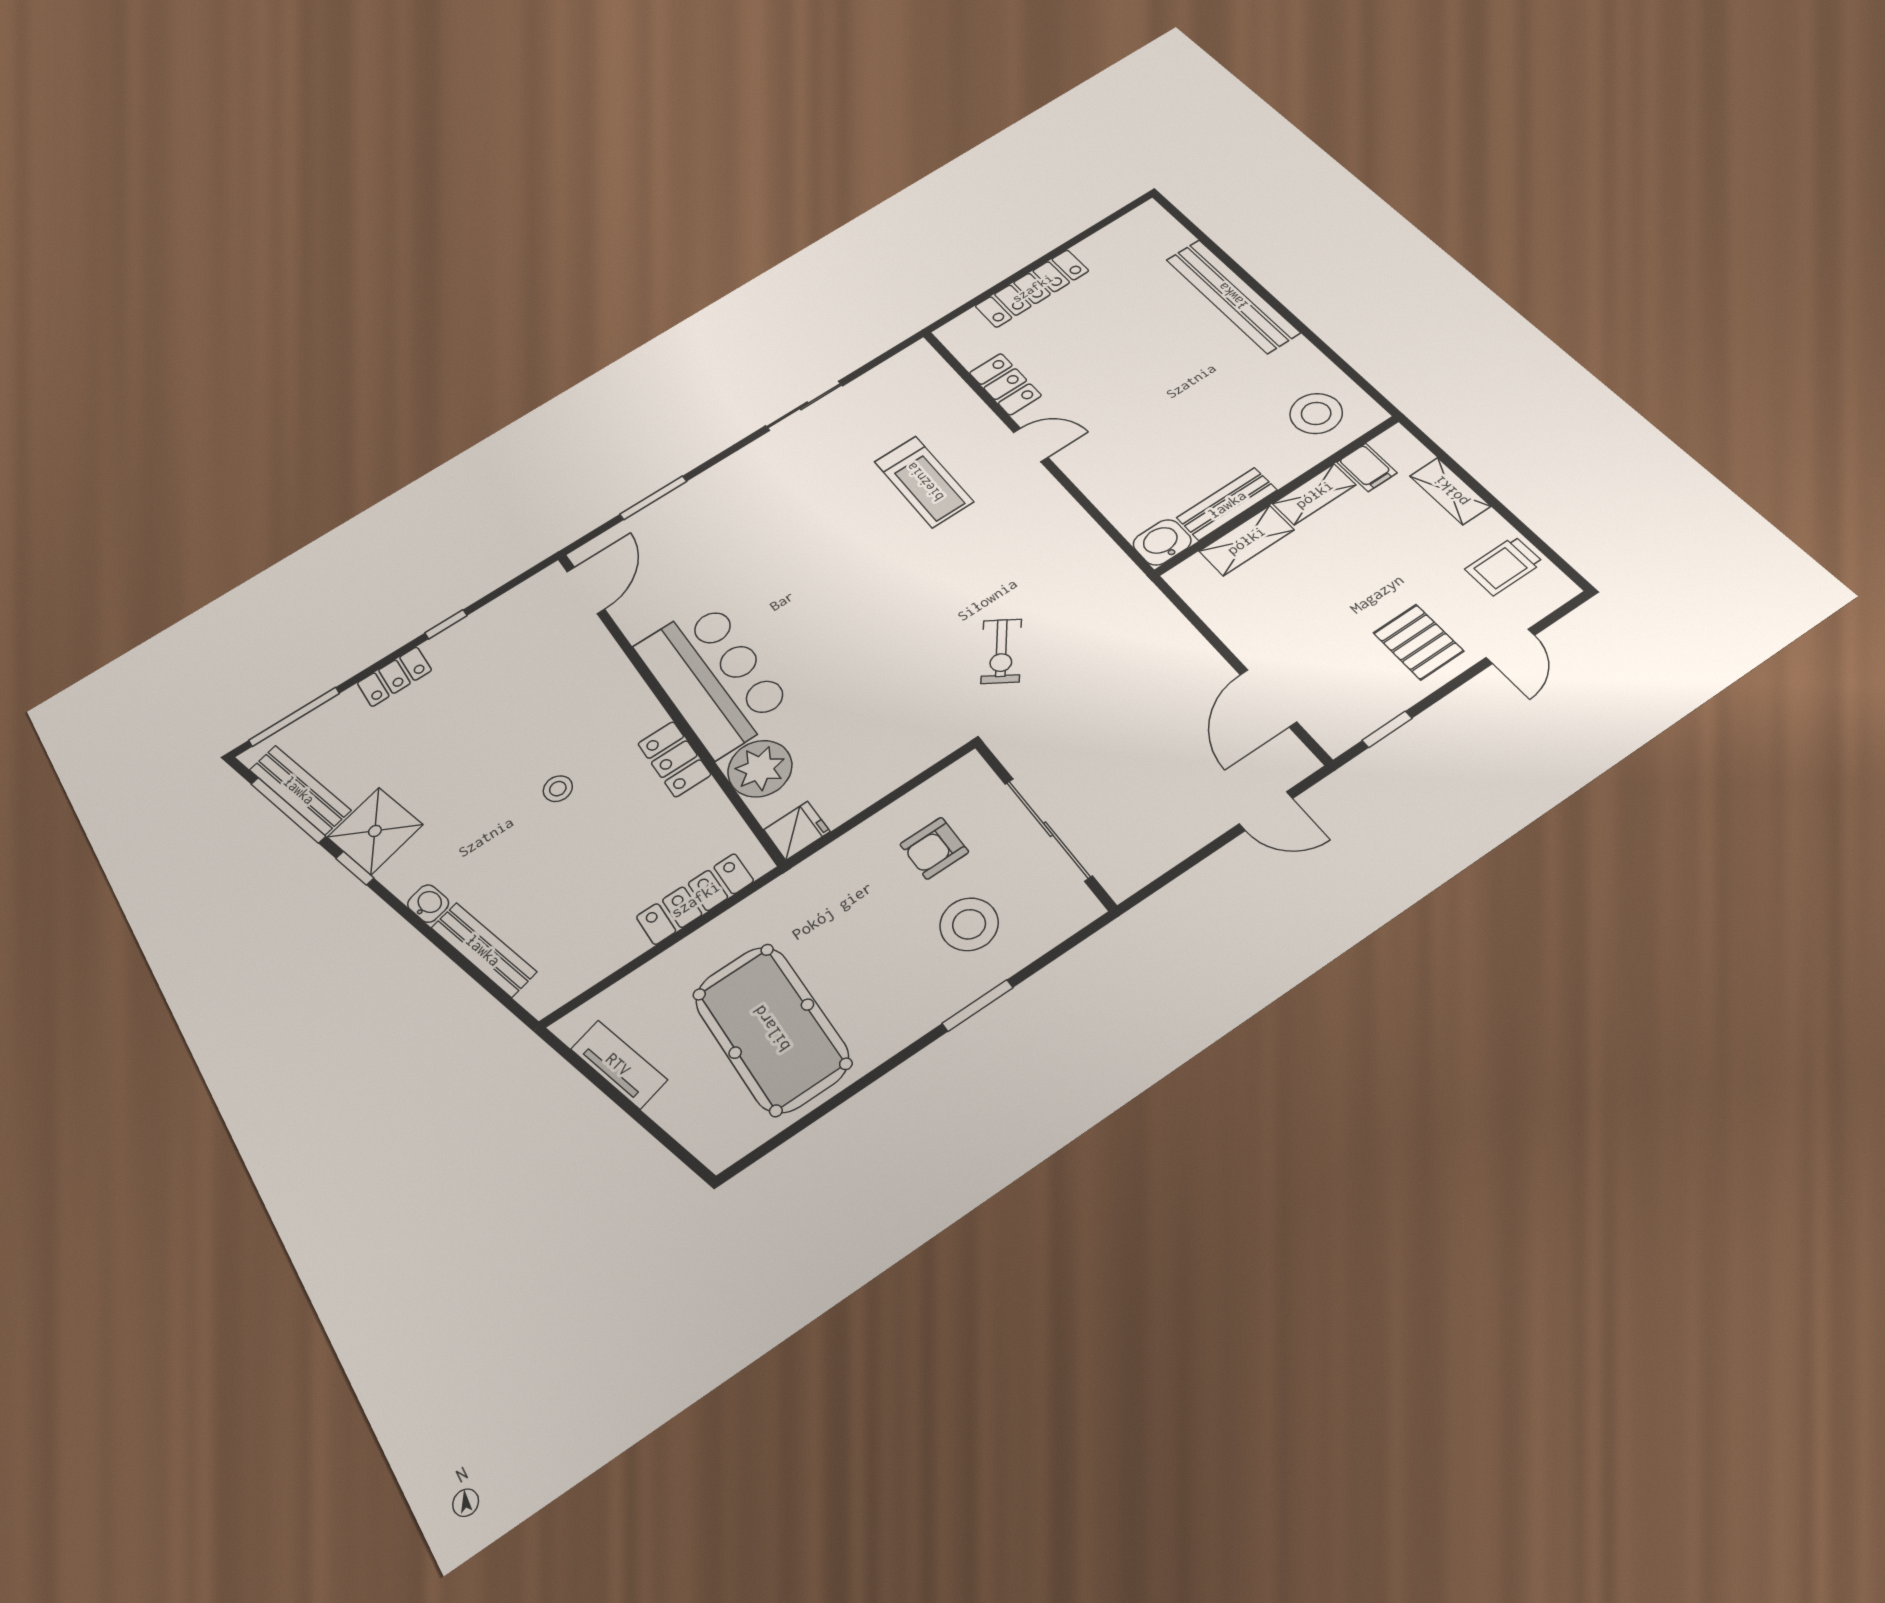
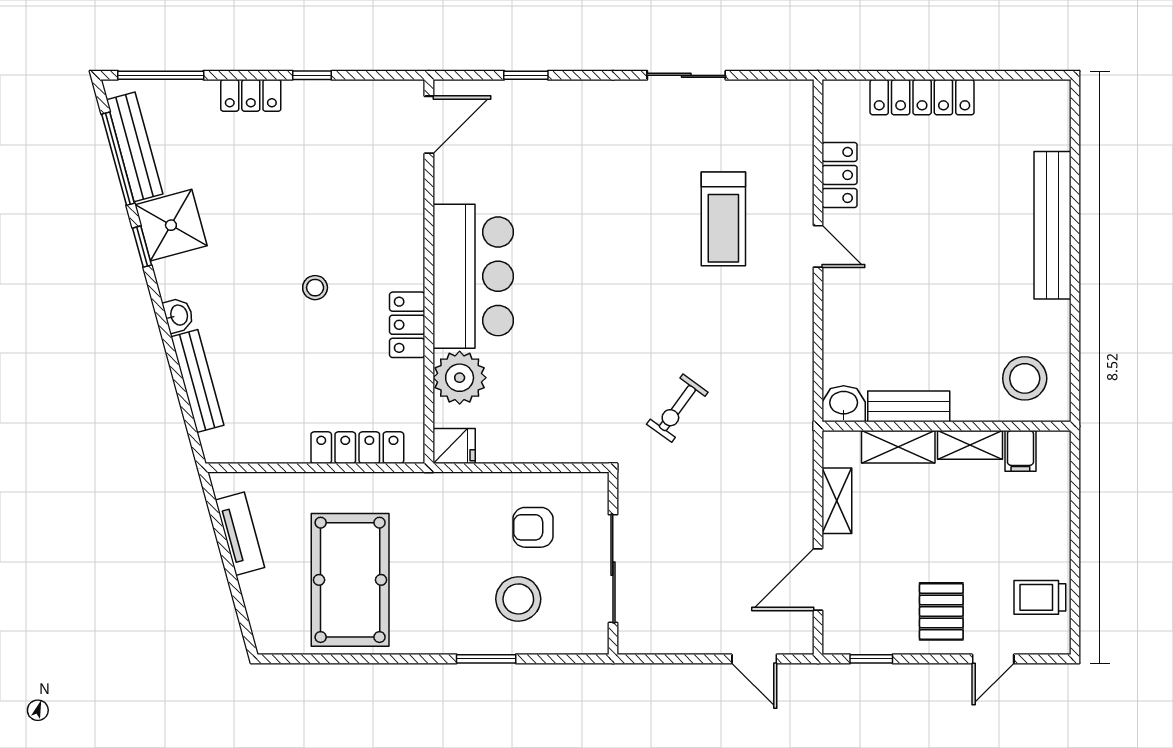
shelving: (1450, 491) -> (837, 501), moved
window: (653, 498) -> (526, 75), width x0.67

